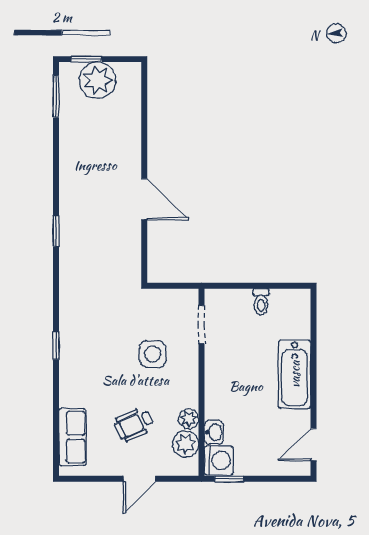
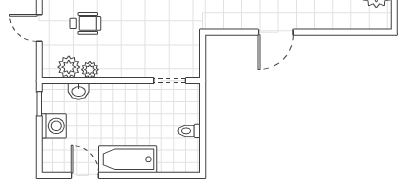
side table: (153, 354) -> (145, 39), removed
wheelchair: (134, 424) -> (85, 23), turned 115
door: (314, 444) -> (85, 175), moved
washing machine: (219, 460) -> (54, 126), moved, turned -90

